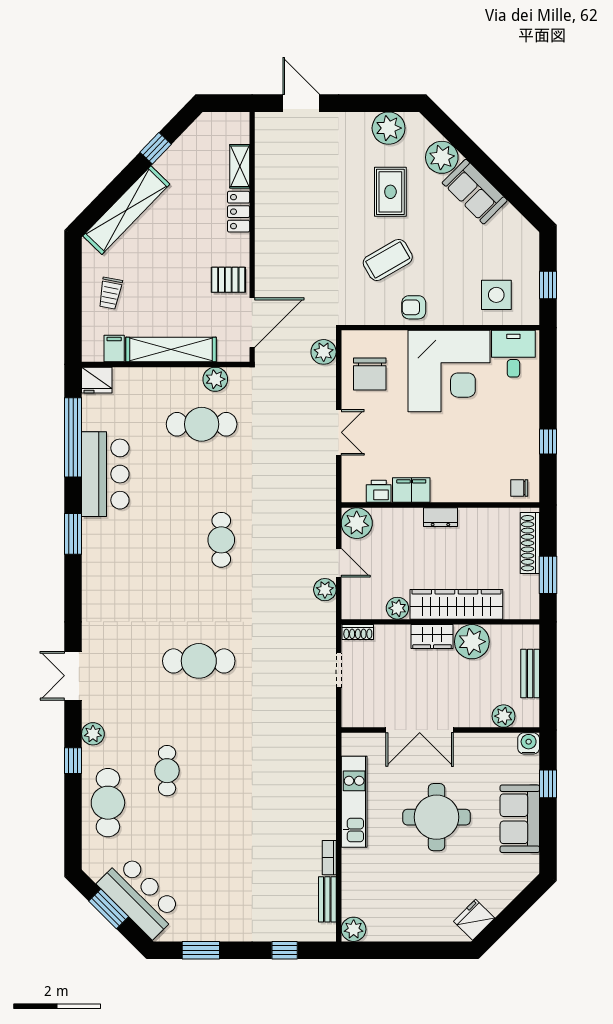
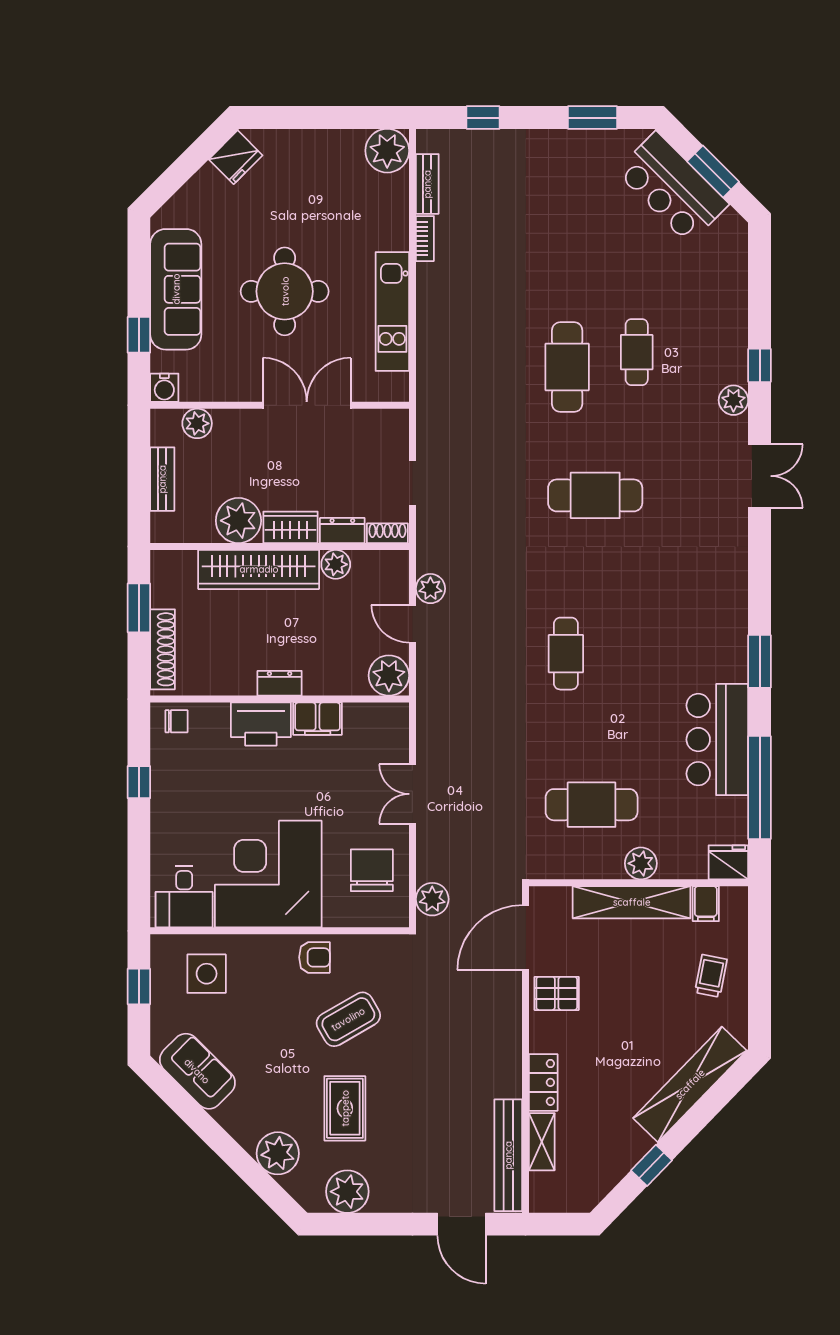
bench: (265, 156) -> (508, 1155), added
sofa: (475, 192) -> (197, 1071), moved
plant: (215, 379) -> (641, 863), moved
printer: (379, 491) -> (261, 724), moved, width x1.87, depth x1.48
dresser: (392, 634) -> (342, 531), added
cafe table: (108, 803) -> (567, 367), moved
sofa: (520, 819) -> (176, 289), width x1.36
plant: (354, 929) -> (387, 151), width x1.36, depth x1.36

